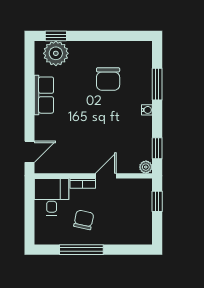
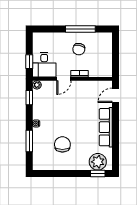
row of seats: (44, 95) -> (106, 127), width x1.48
desk: (52, 197) -> (44, 65), moved

